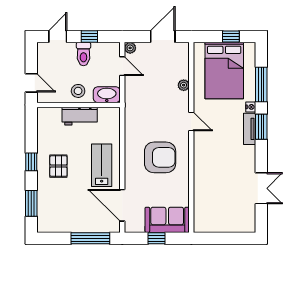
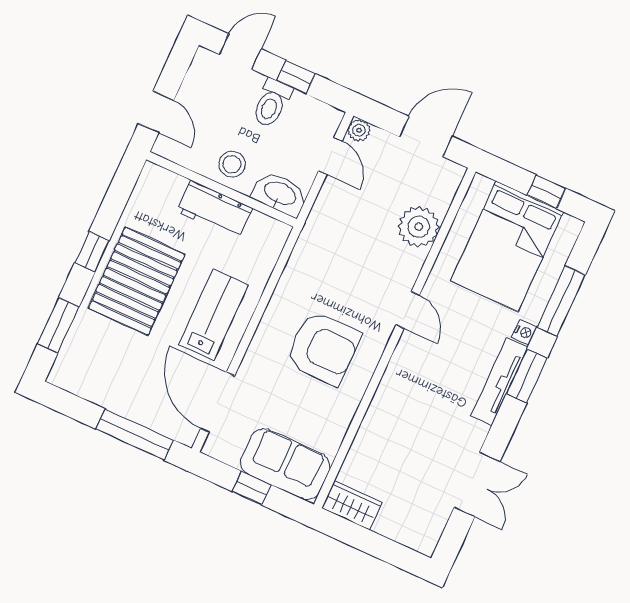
plant: (184, 85) -> (419, 227), width x1.87, depth x1.87
tv unit: (250, 129) -> (499, 382), width x1.41
pallet: (58, 166) -> (137, 281), width x2.05, depth x2.00
wardrobe: (207, 225) -> (352, 505), added

